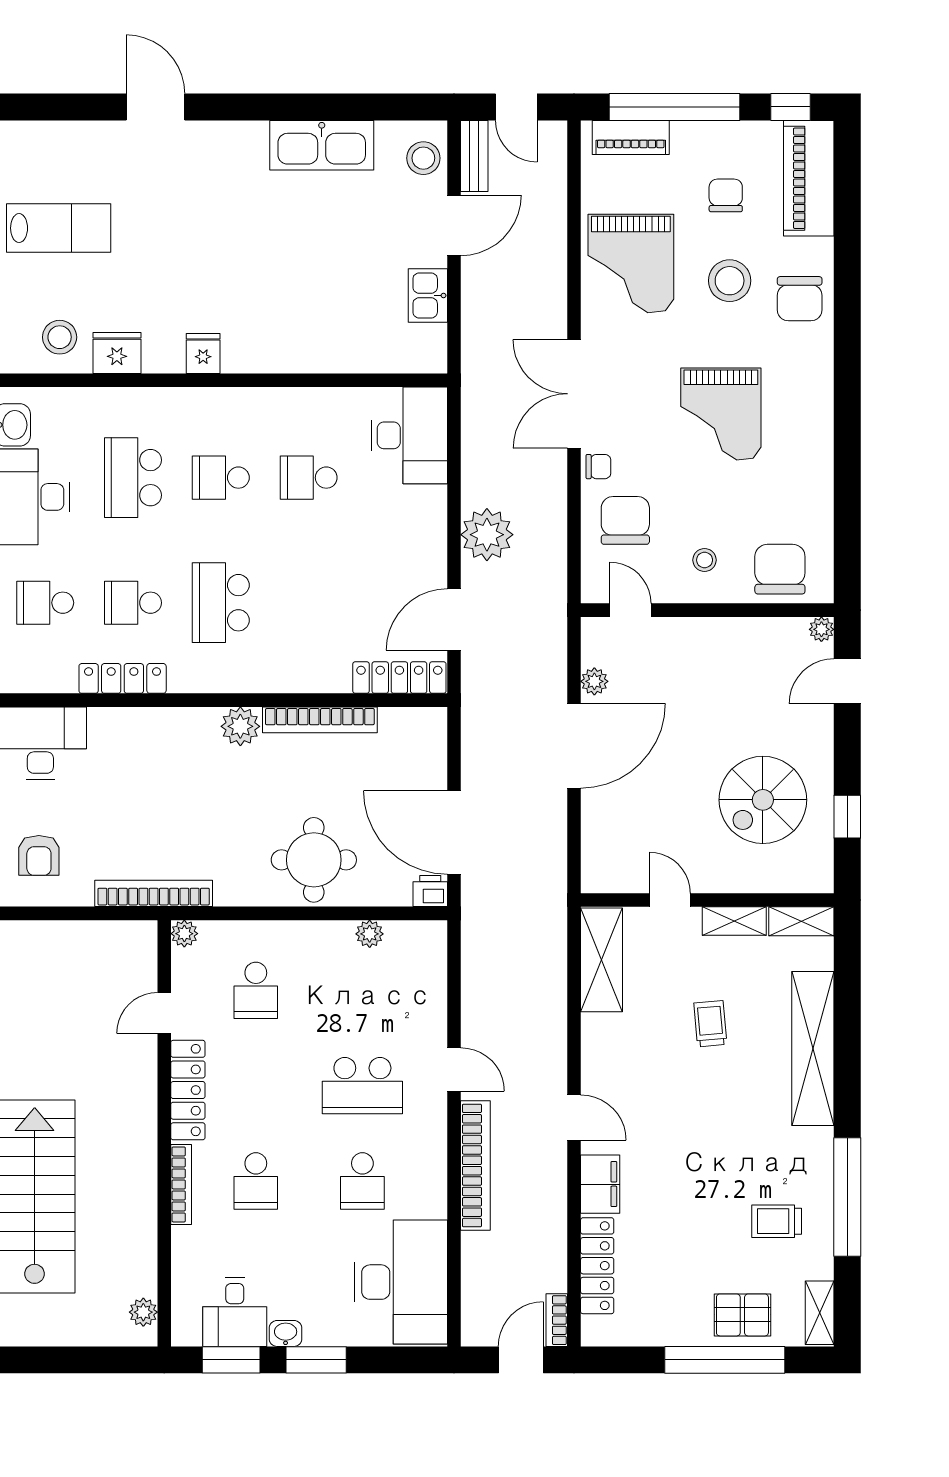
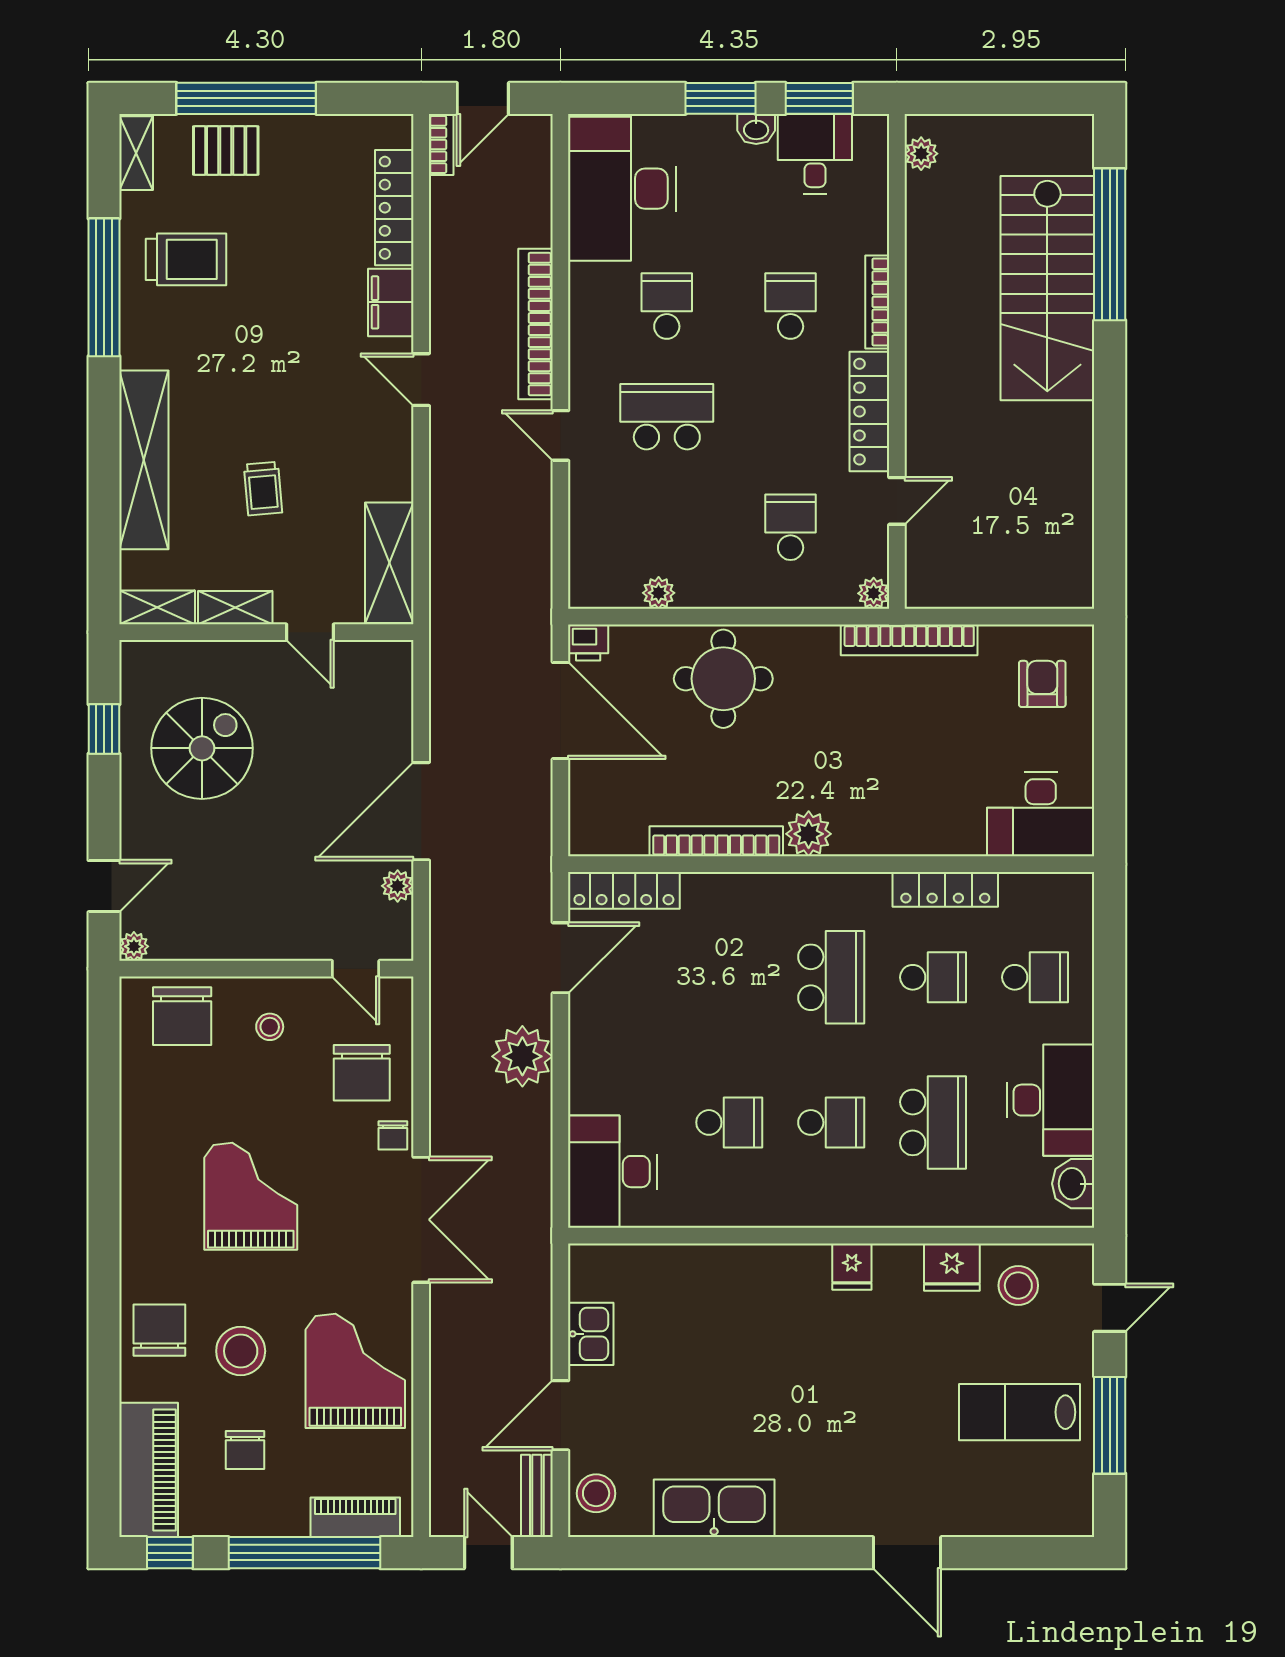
chair: (598, 467) -> (393, 1135), turned -90
trolley: (777, 1221) -> (186, 259), width x1.36, depth x1.39

